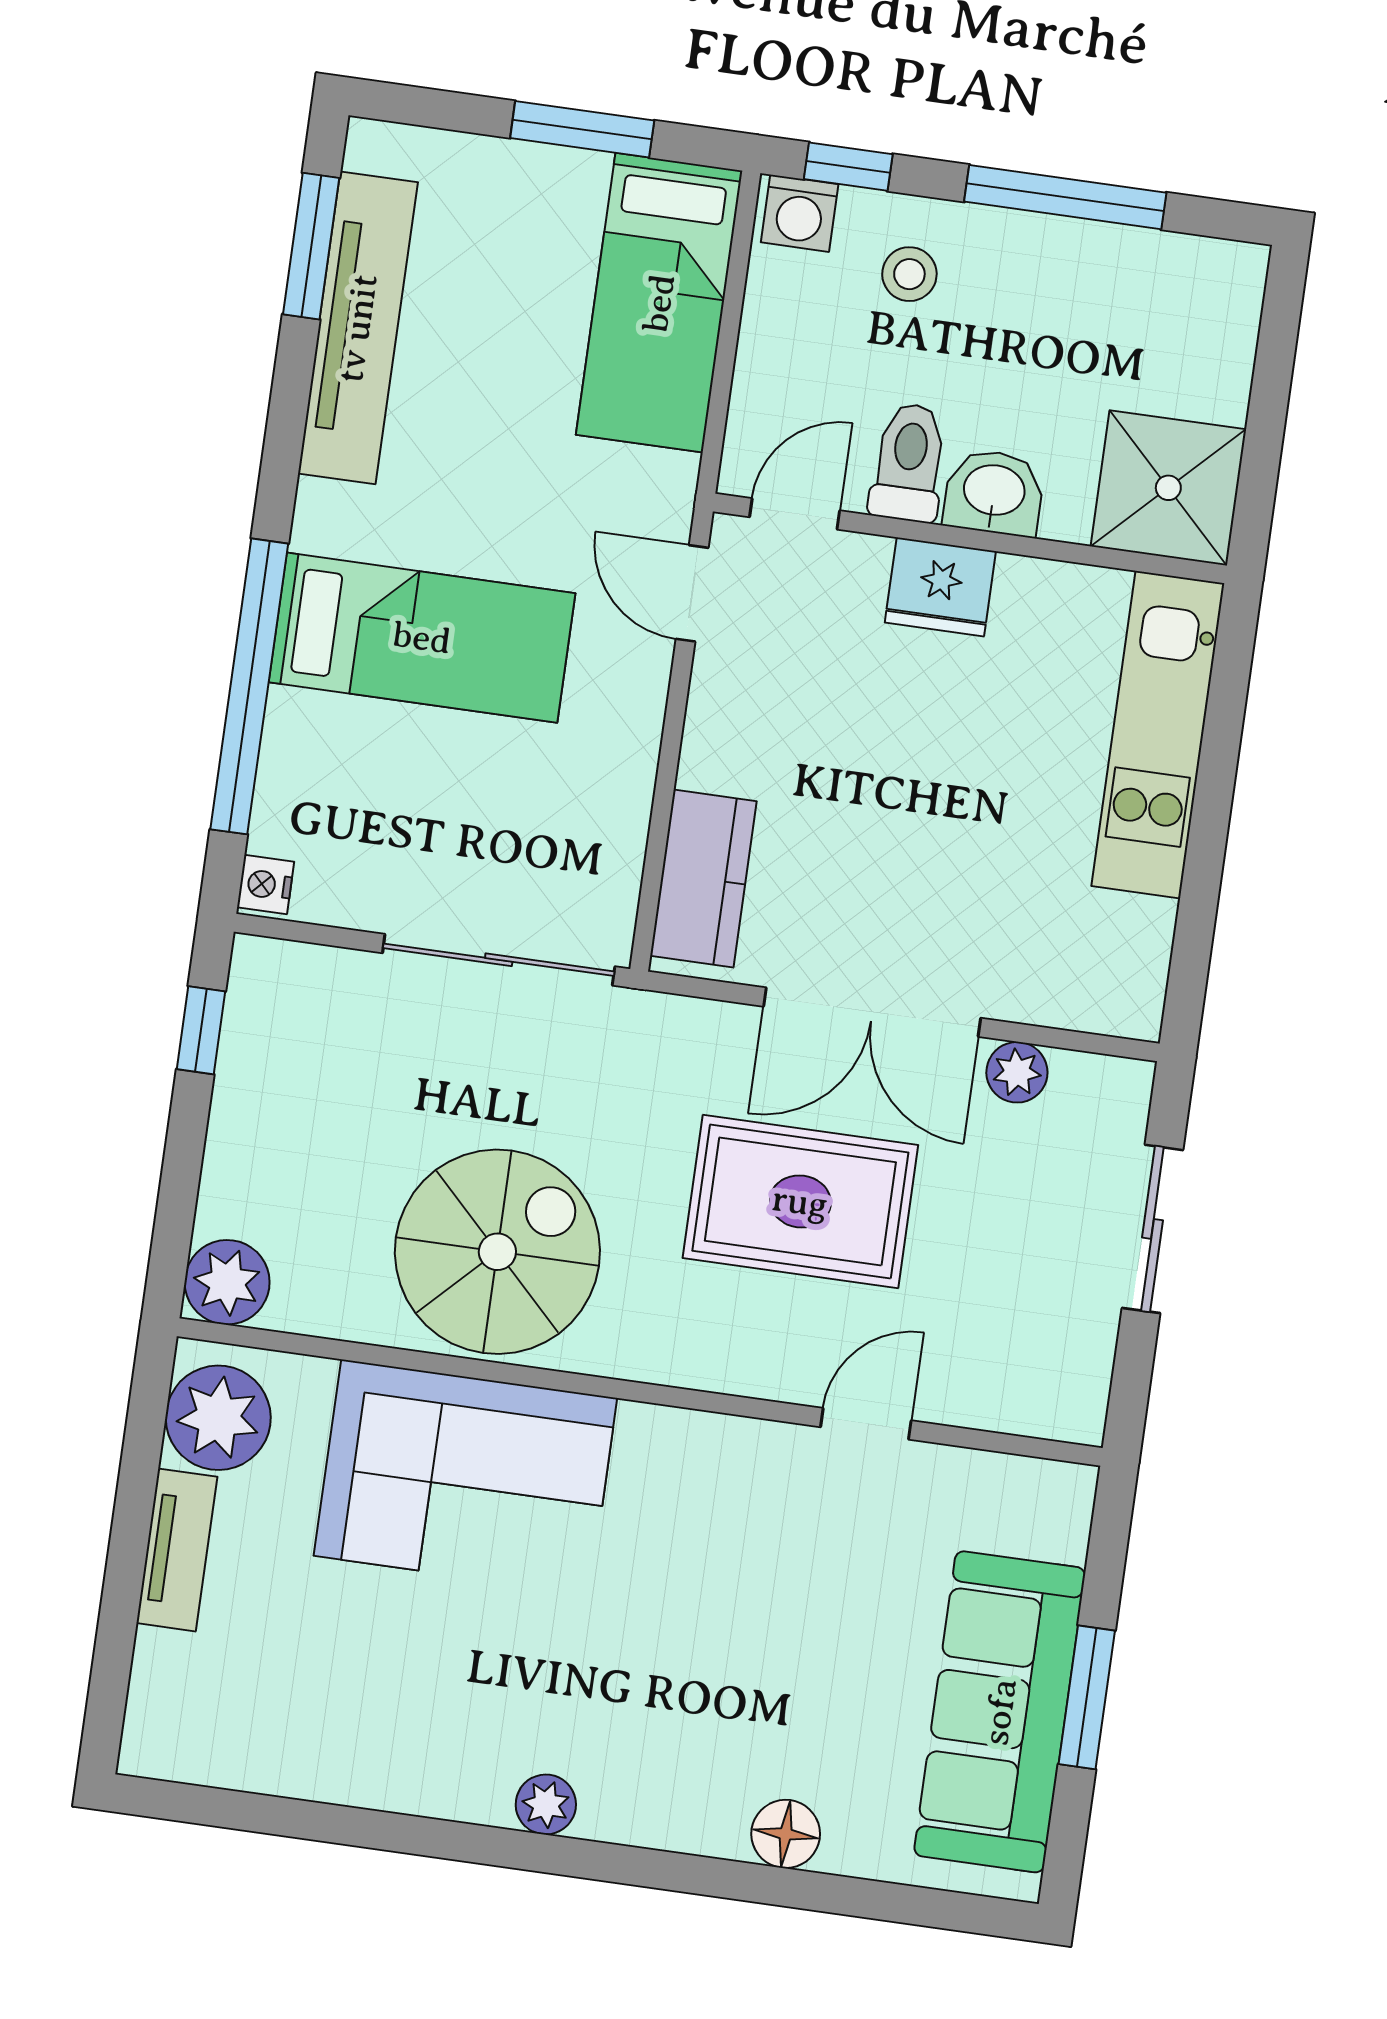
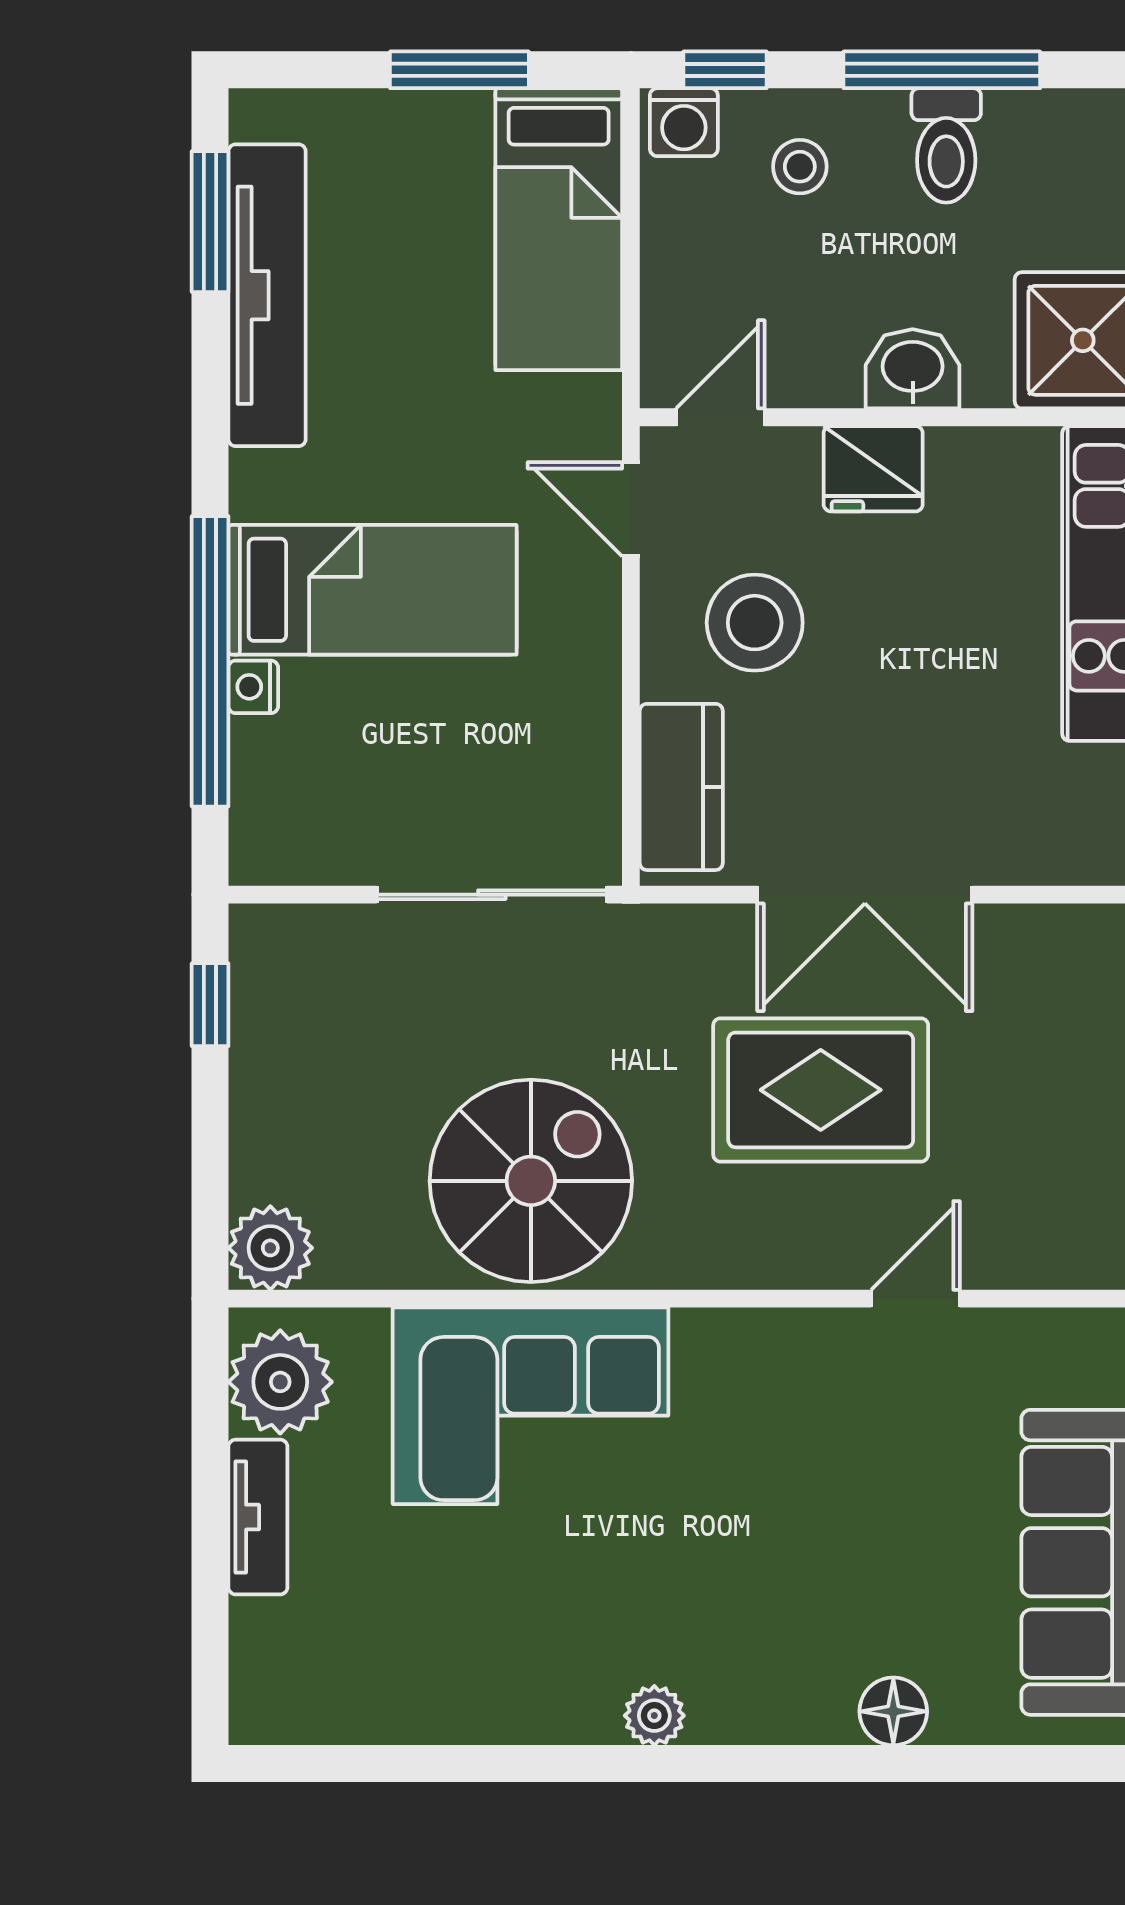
toilet: (909, 462) -> (946, 145), moved, turned 180
stool: (800, 724) -> (755, 623), added
nightstand: (266, 885) -> (253, 687), moved
plant: (1017, 1072) -> (1015, 934), removed

